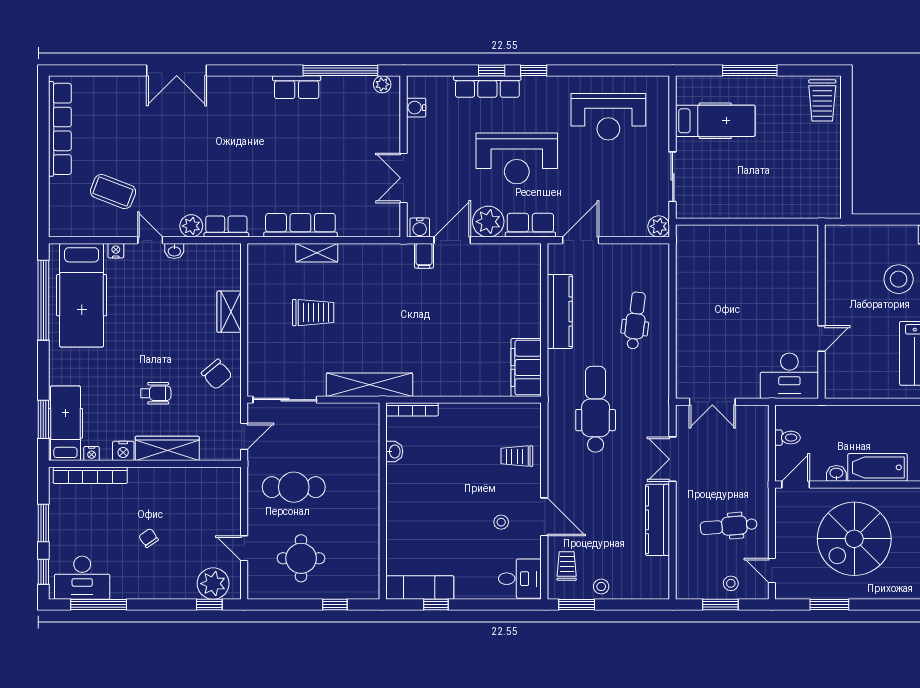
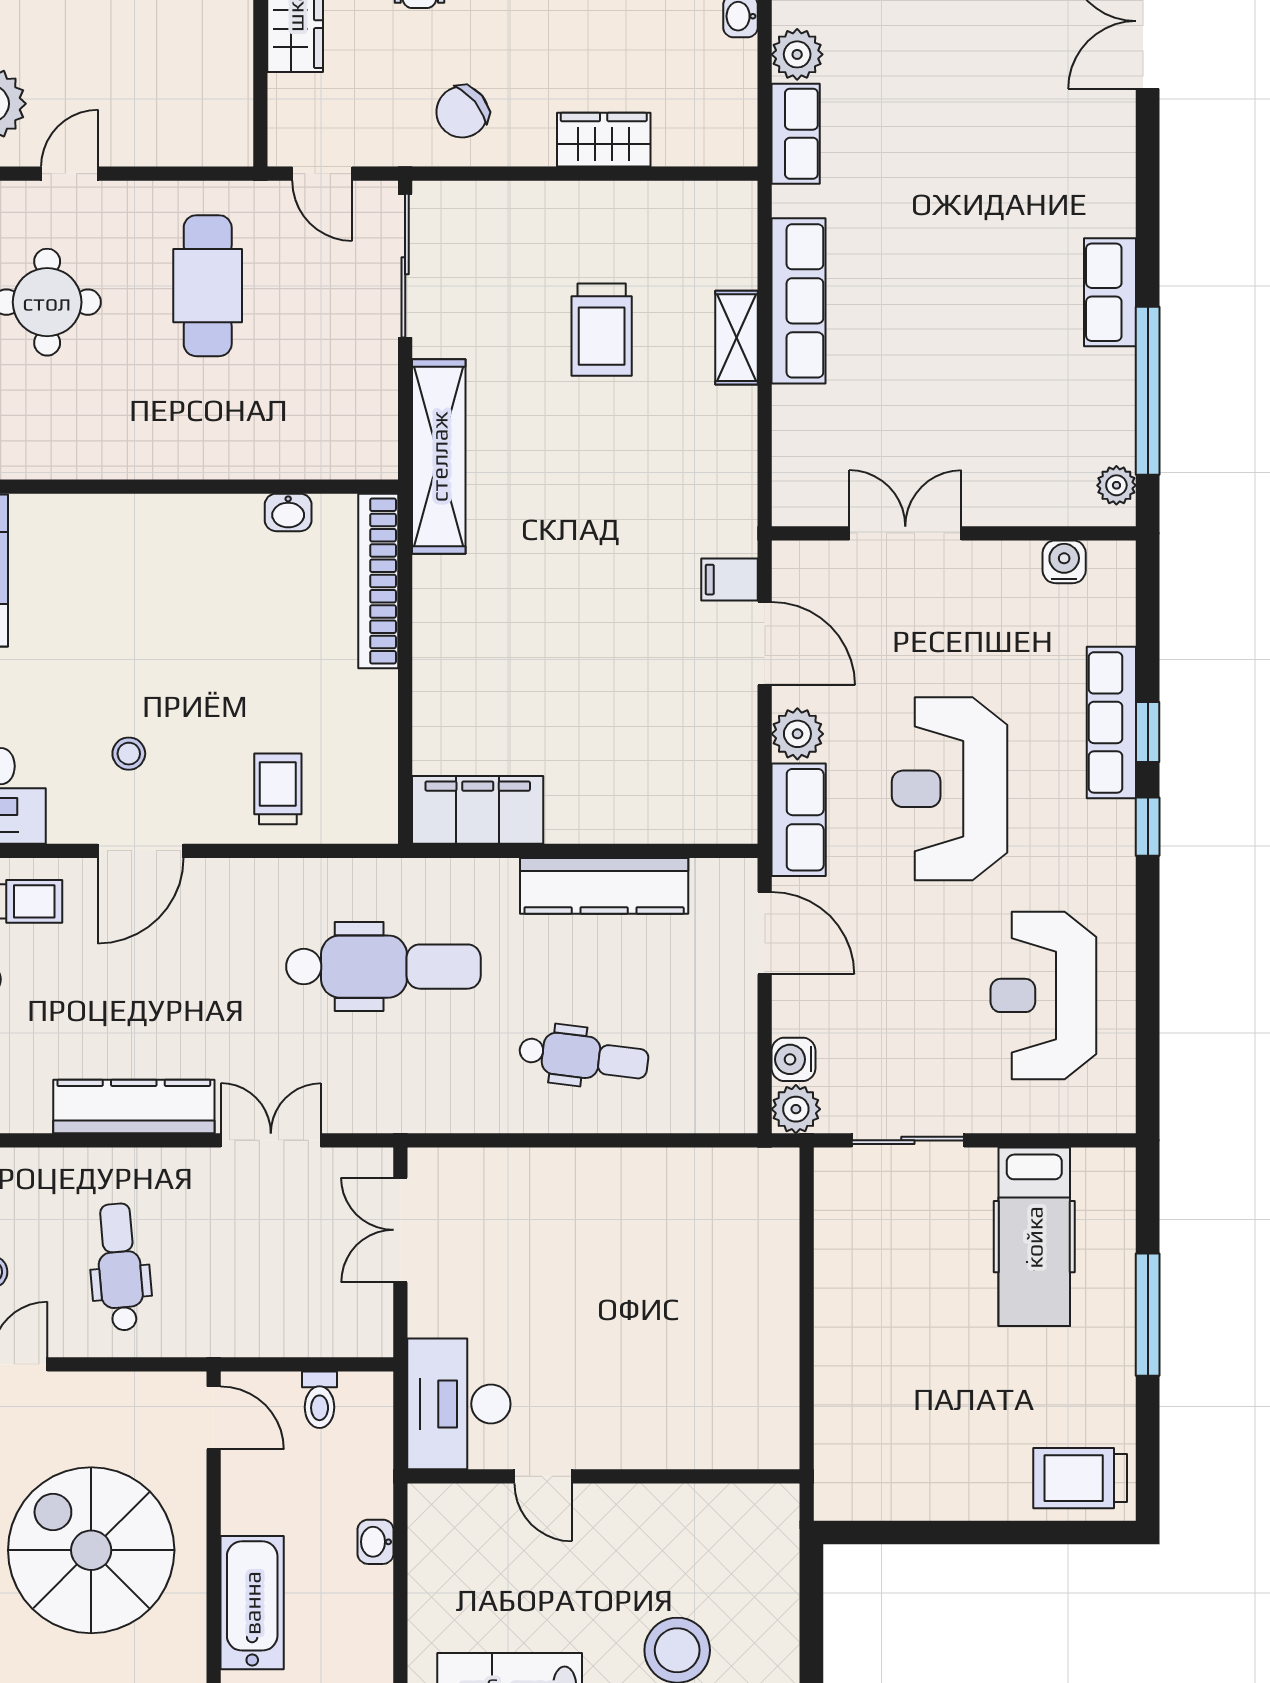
plant: (488, 222) -> (797, 734), width x0.73, depth x0.73
water cooler: (420, 228) -> (794, 1059), moved
bookcase: (412, 409) -> (378, 581), width x1.48, depth x1.31
washbasin: (836, 473) -> (376, 1542), moved, turned 180

